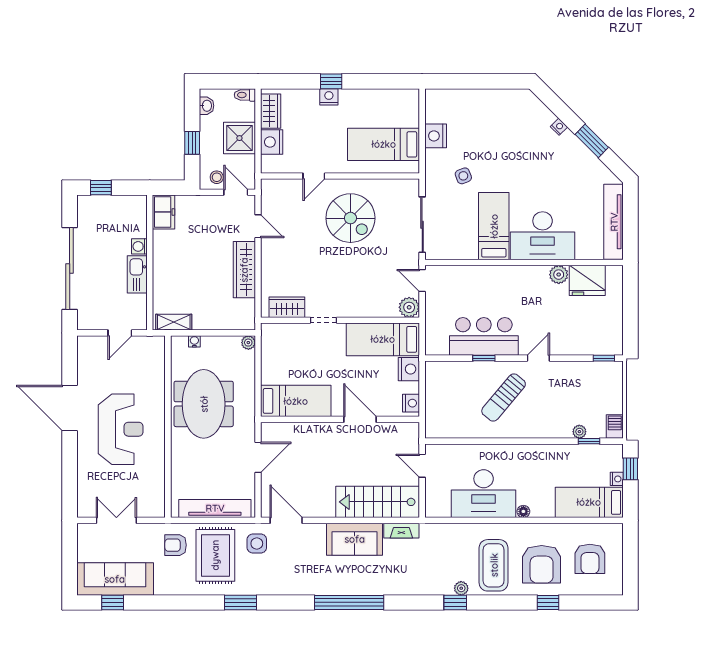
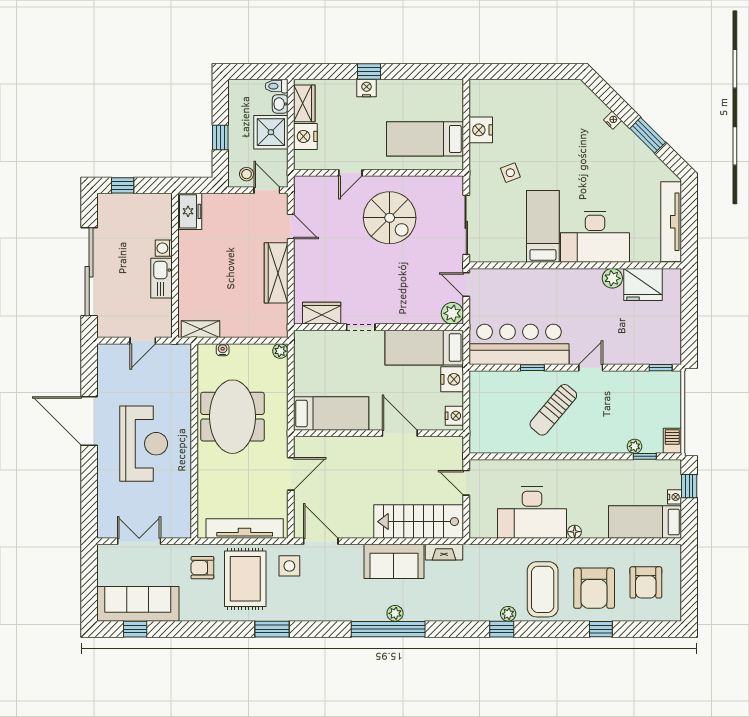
washbasin: (207, 106) -> (280, 104), moved, turned 180
bar counter: (484, 336) -> (519, 344), width x1.36
plant: (356, 588) -> (395, 613), added

